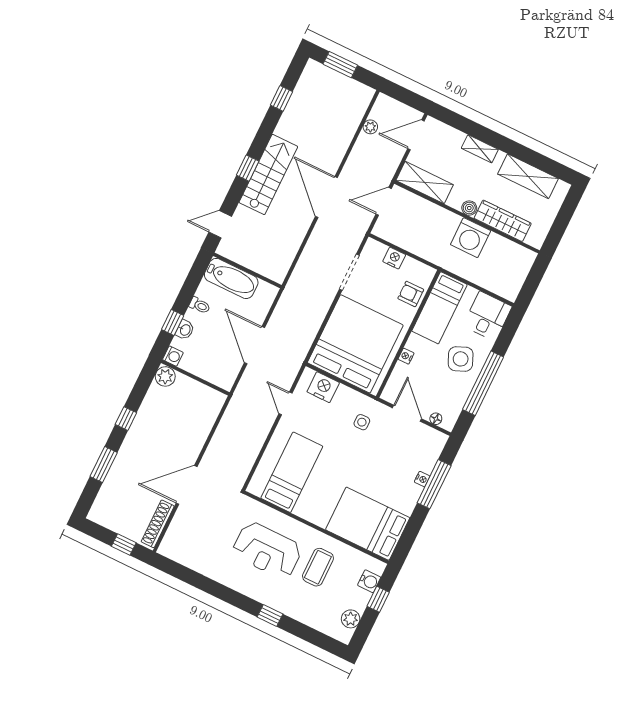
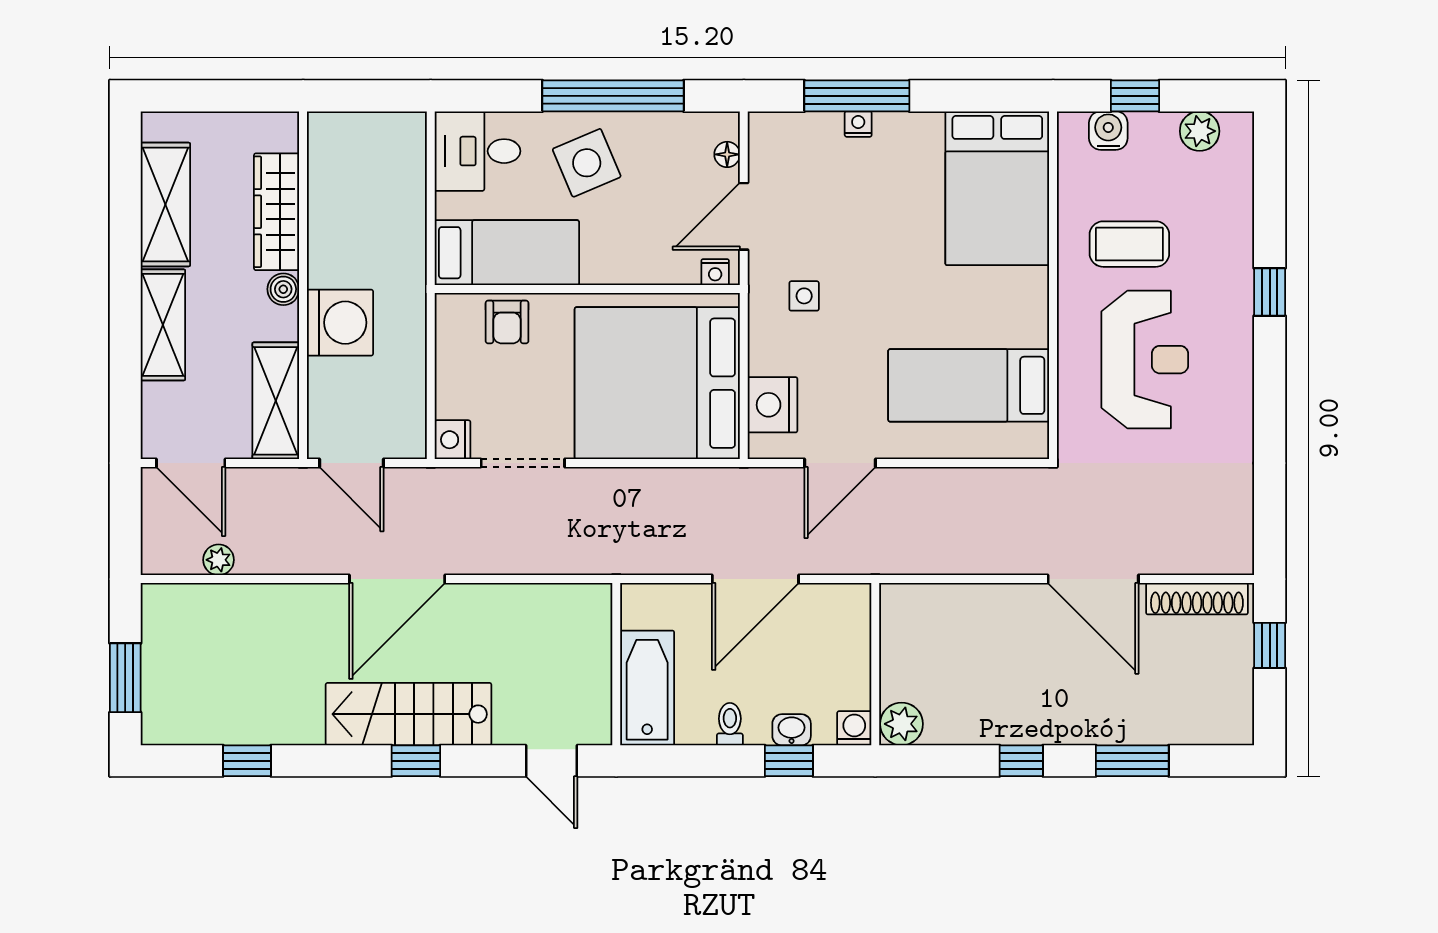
shelving: (480, 149) -> (163, 325), width x1.50, depth x1.33
washing machine: (471, 238) -> (340, 323), moved
nightstand: (394, 258) -> (452, 440), moved
nightstand: (406, 356) -> (715, 272), moved
door: (286, 403) -> (840, 463), width x1.38

